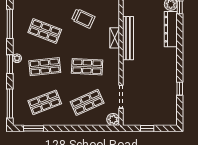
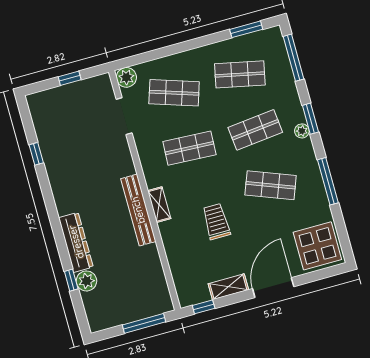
trolley: (83, 18) -> (216, 221), turned 65
shop shelf: (45, 102) -> (240, 74), turned 33
shop shelf: (87, 102) -> (174, 93), turned 42

